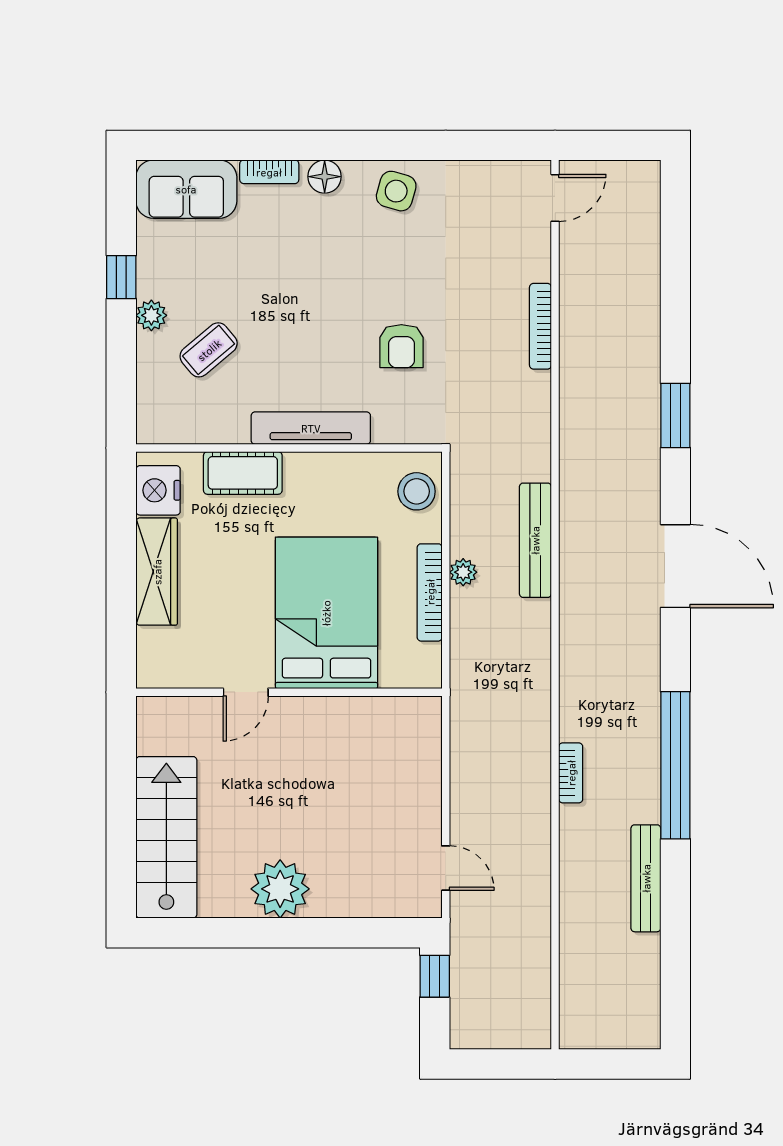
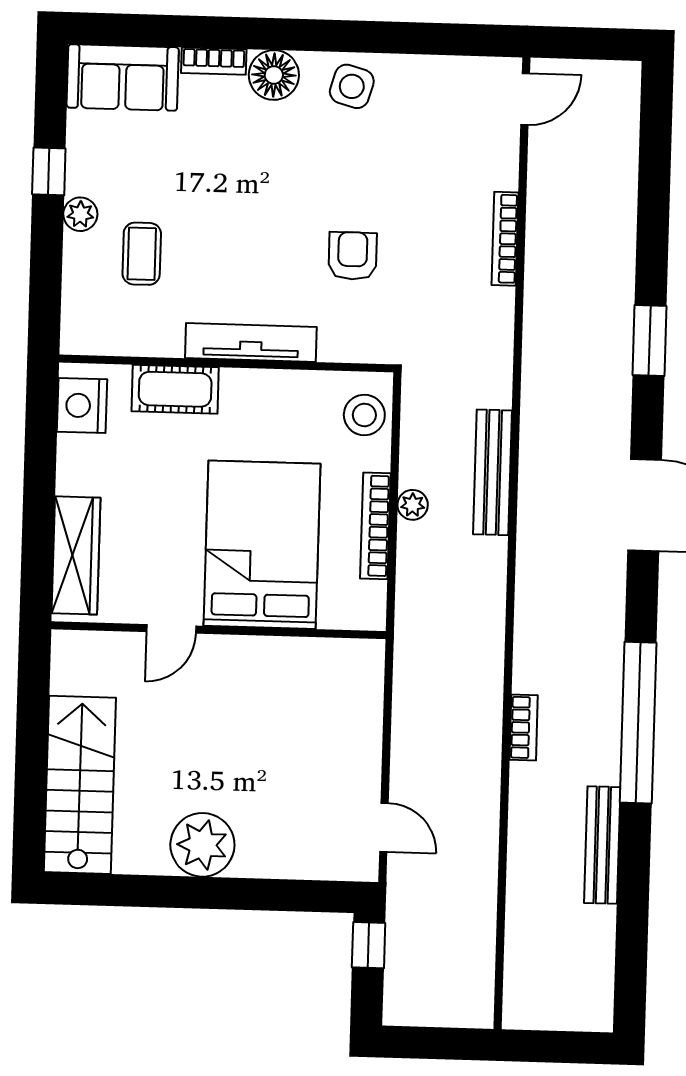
floor lamp: (325, 177) -> (274, 75), width x1.38, depth x1.38
armchair: (401, 346) -> (353, 256), turned 180
coffee table: (209, 350) -> (142, 254), turned -50
wardrobe: (157, 572) -> (76, 555), moved

